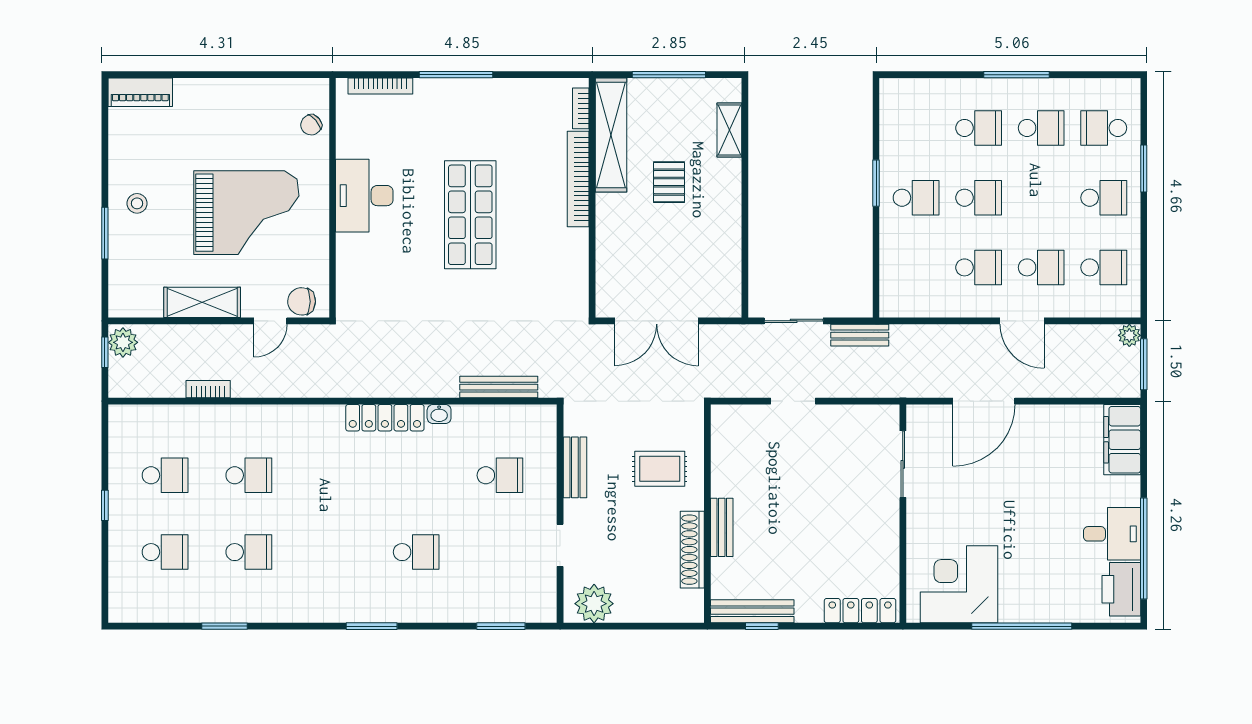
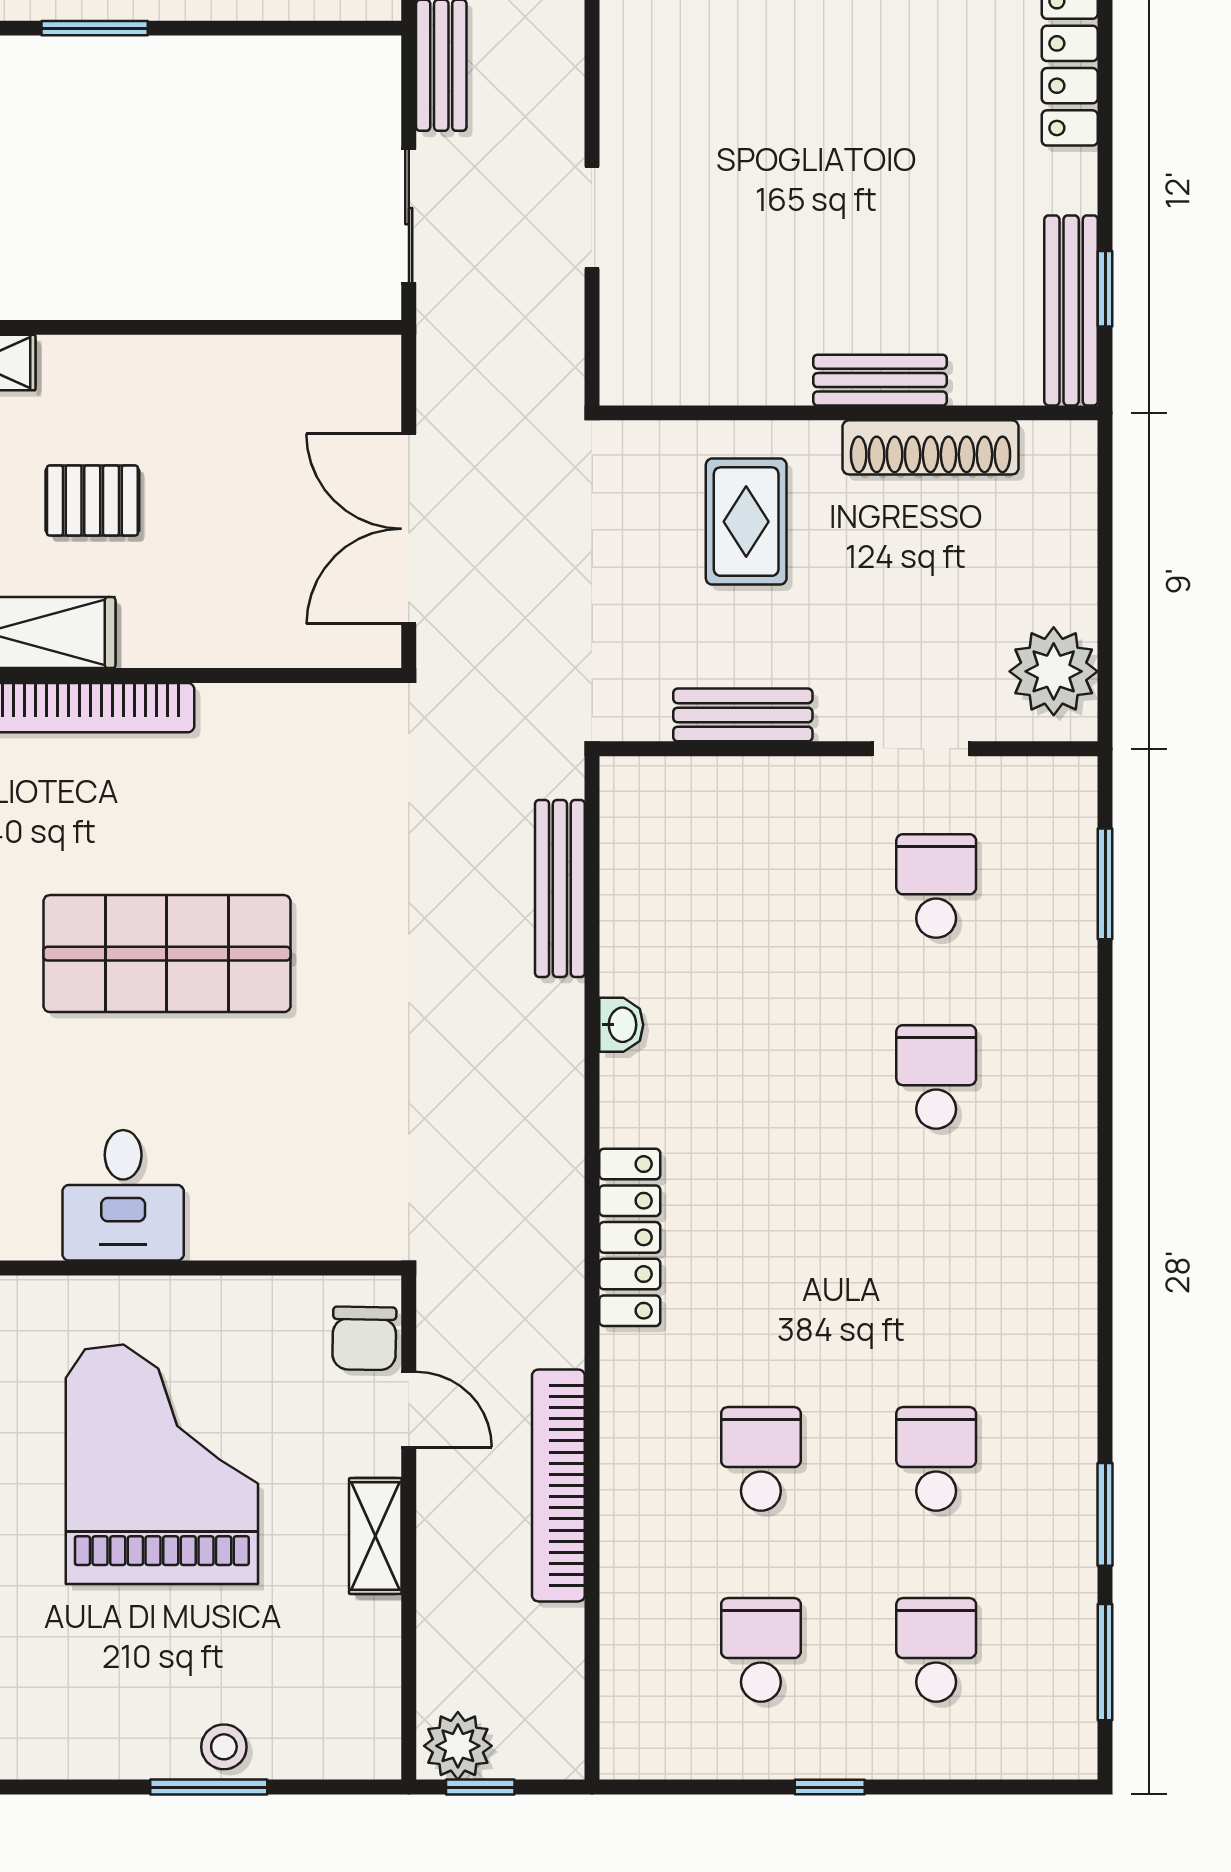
desk: (364, 196) -> (123, 1195), width x0.73
stool: (137, 203) -> (224, 1747), moved
shelving: (202, 302) -> (375, 1536), width x0.67, depth x0.75
double door: (657, 321) -> (409, 529), swing flipped
bookcase: (208, 389) -> (558, 1485), width x2.31, depth x1.31
locker: (385, 418) -> (630, 1237), moved
school desk: (500, 475) -> (936, 886), moved
window: (372, 626) -> (1105, 1662), moved

